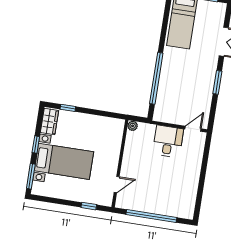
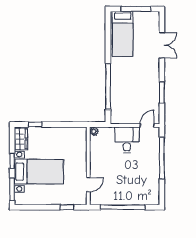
window: (217, 82) -> (162, 92), moved
window: (204, 168) -> (162, 158), added

